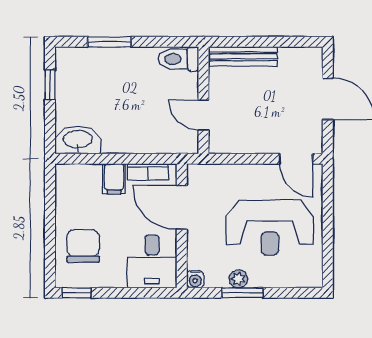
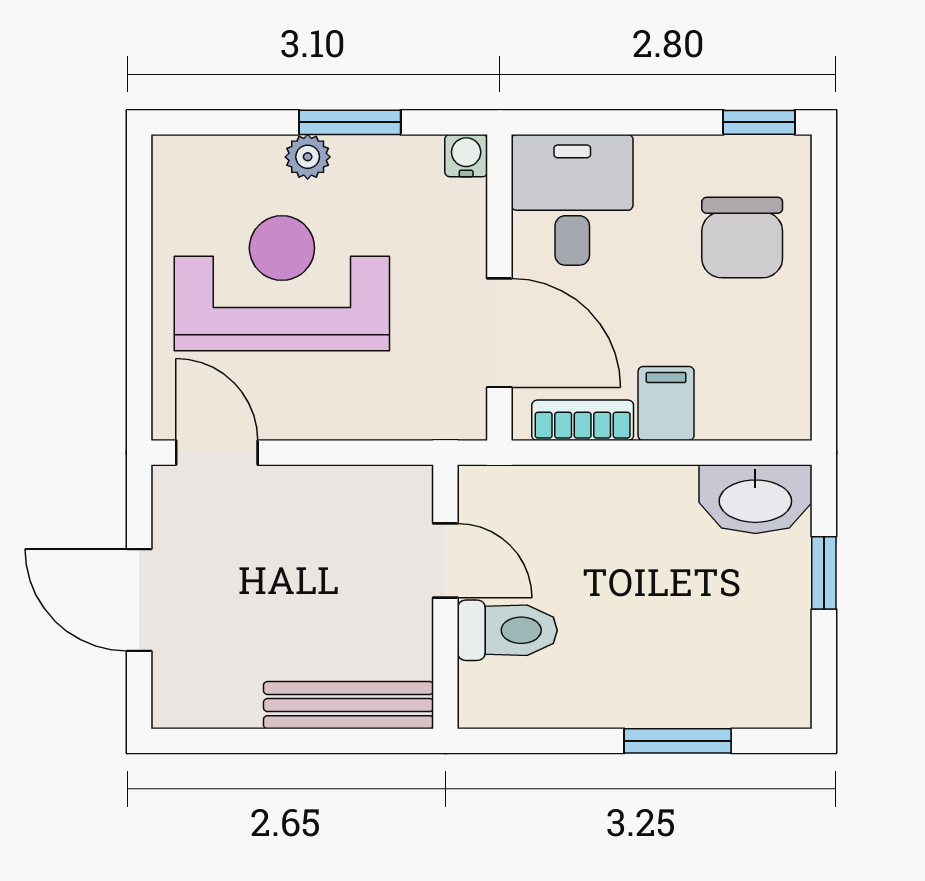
toilet: (178, 59) -> (507, 630), moved
window: (50, 85) -> (824, 573), moved
plant: (238, 279) -> (308, 157), moved

